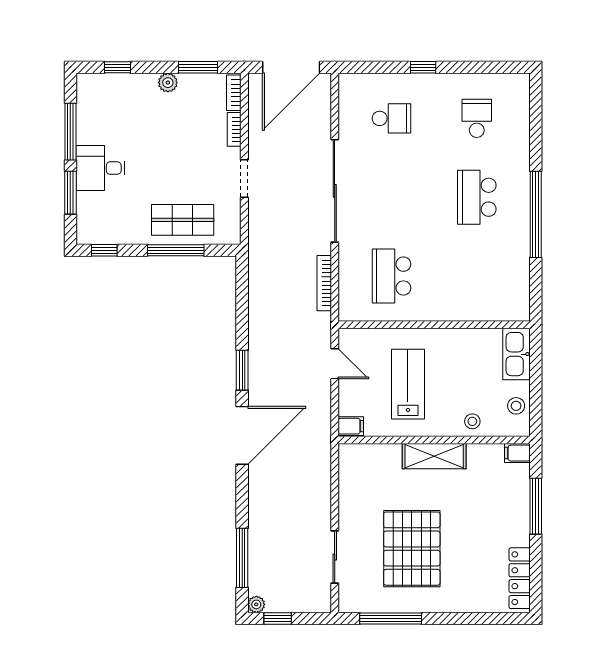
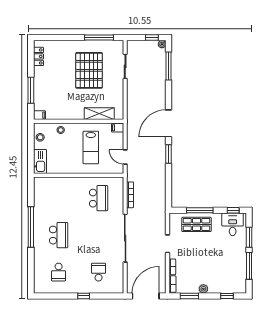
school desk: (392, 118) -> (99, 272), turned 90
desk: (100, 168) -> (233, 224), moved, turned -90
shelving: (434, 456) -> (99, 114), moved
locker: (520, 578) -> (38, 56), width x0.66

